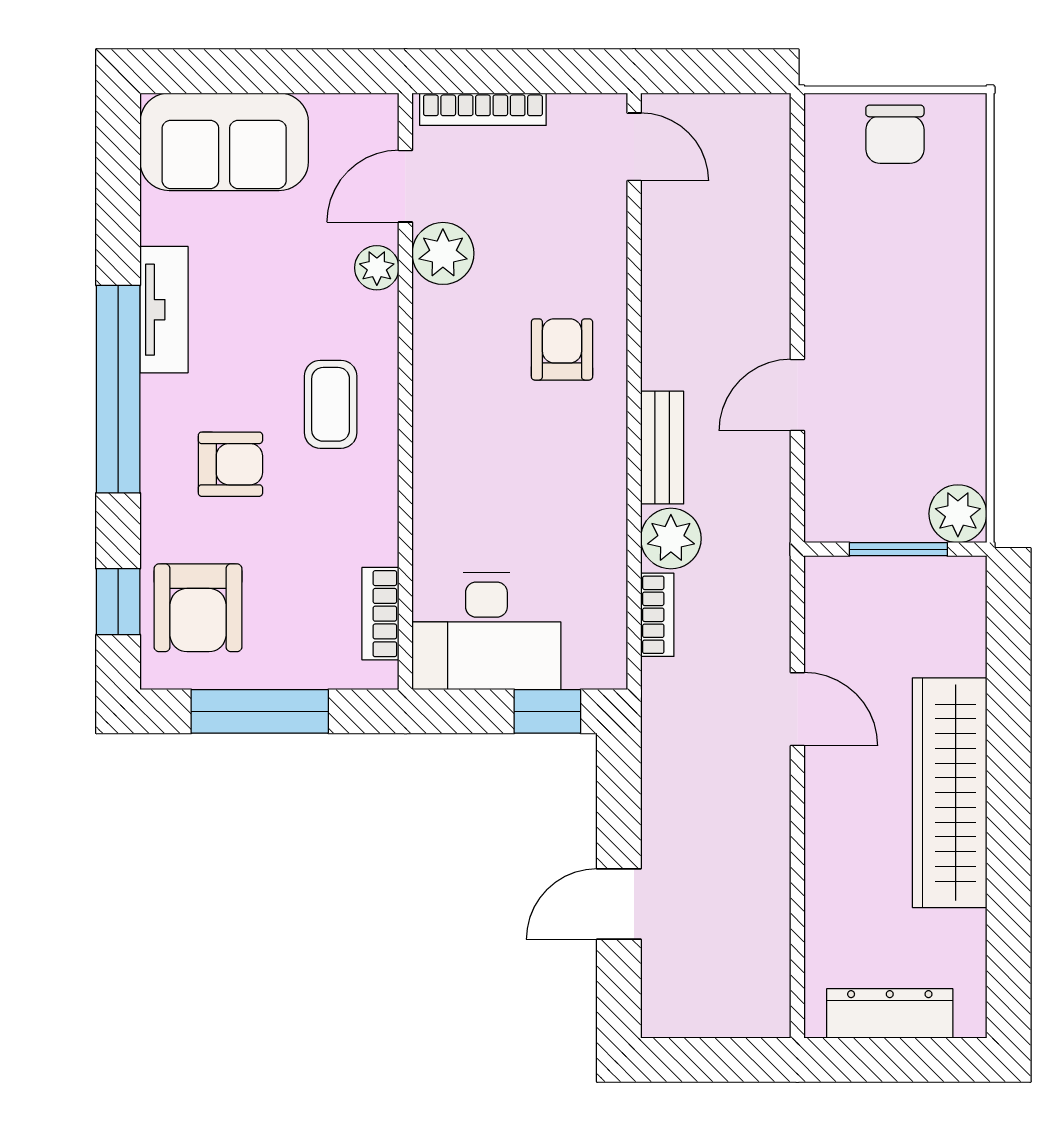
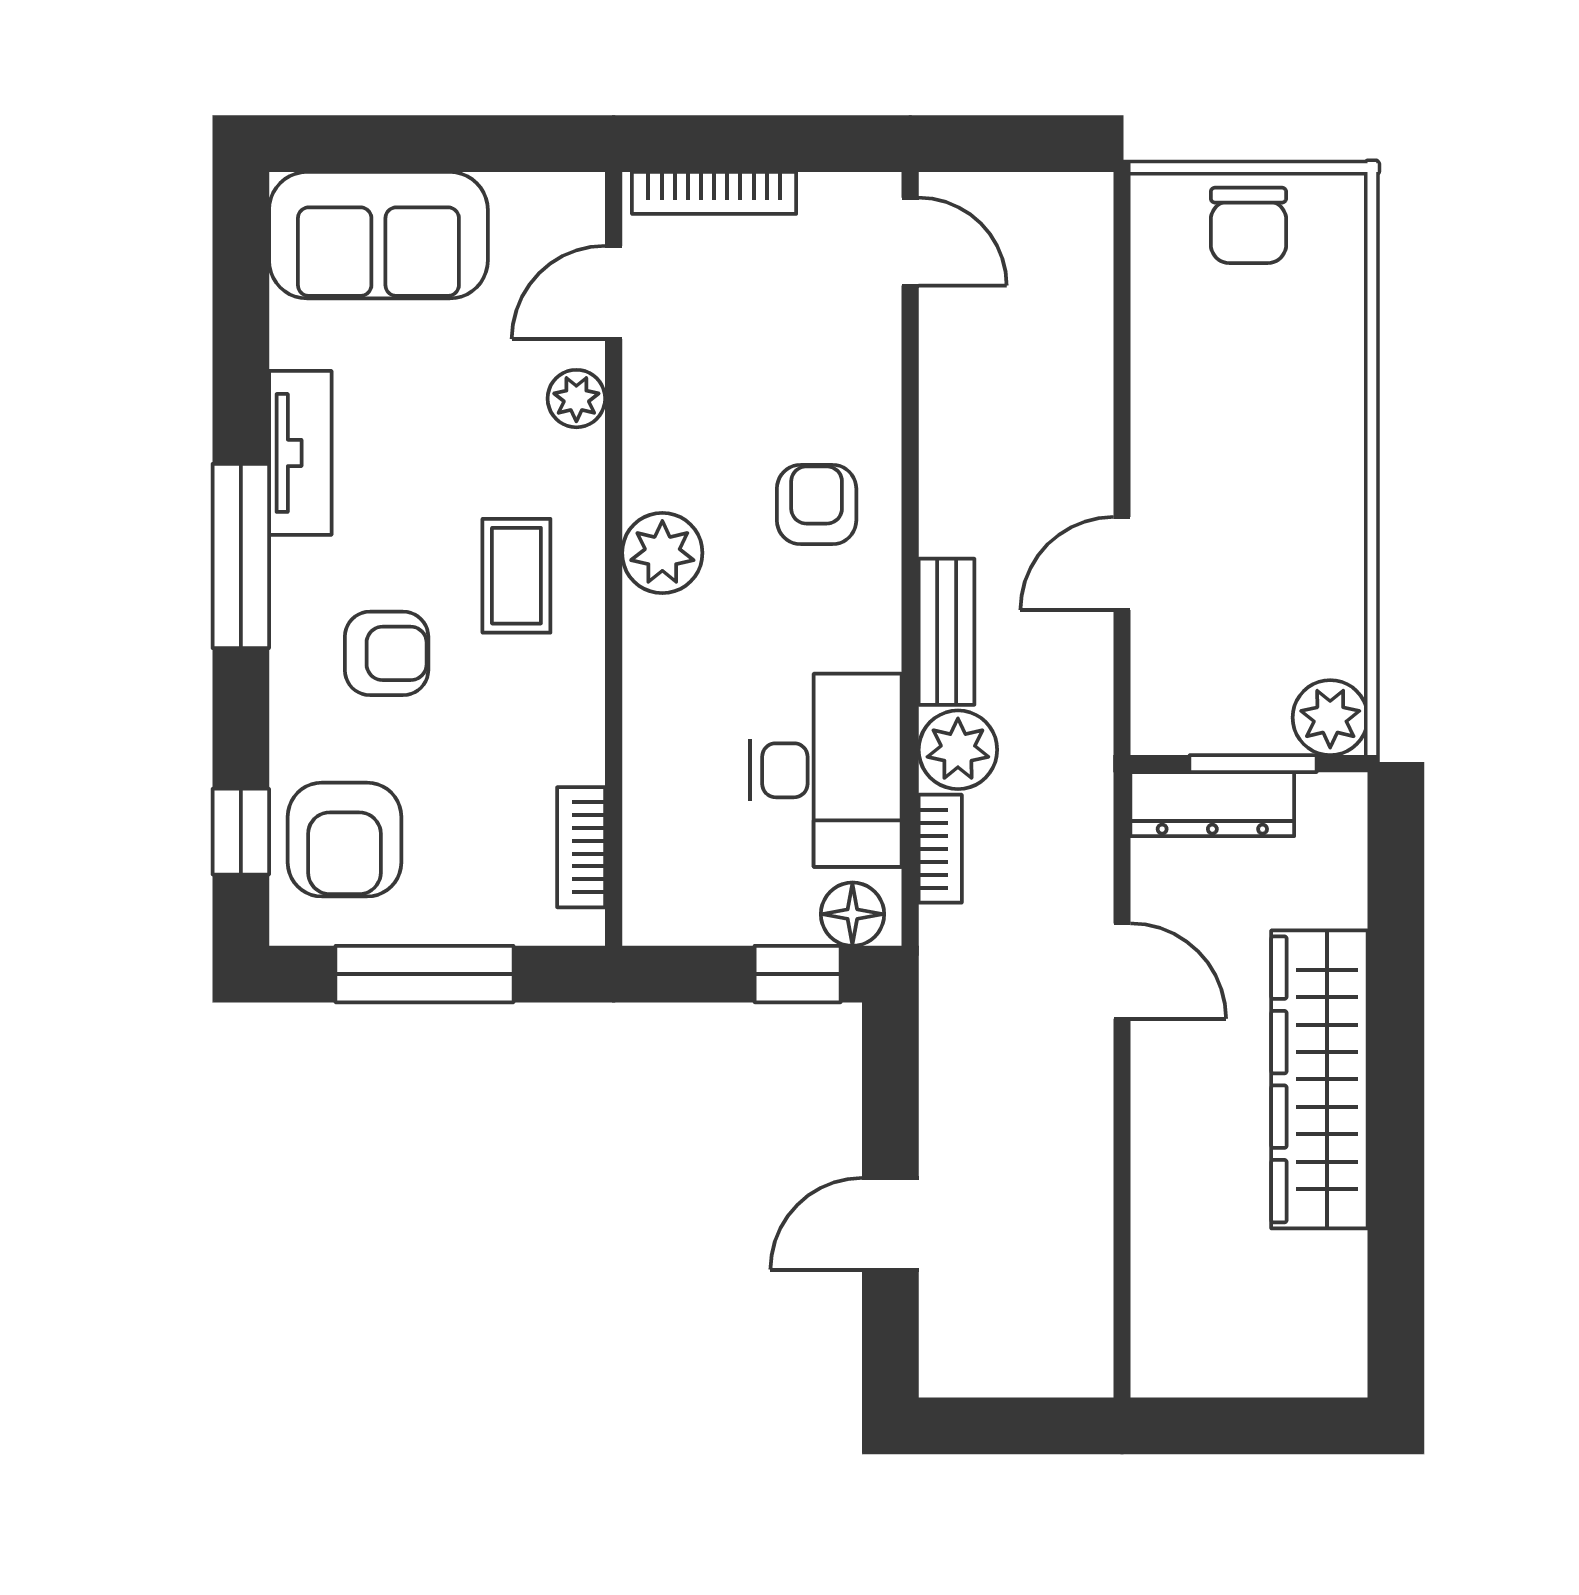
plant: (443, 253) -> (662, 553), moved
window: (118, 389) -> (241, 556), width x0.68
desk: (486, 631) -> (826, 770), moved, turned -90
floor lamp: (590, 665) -> (852, 914), added
dresser: (890, 1013) -> (1212, 804), moved, turned 180

